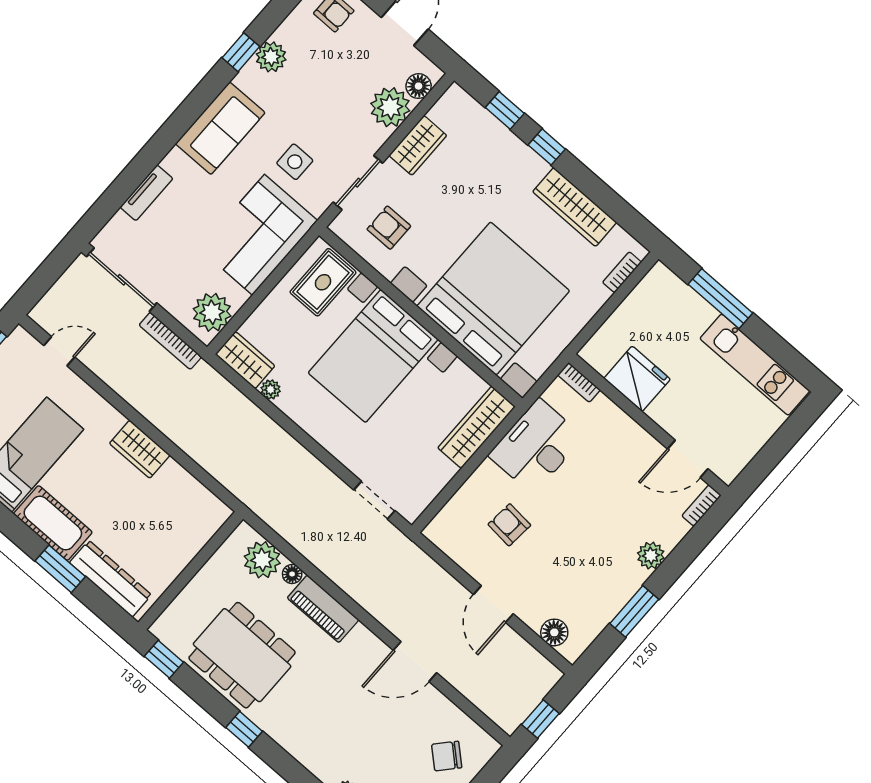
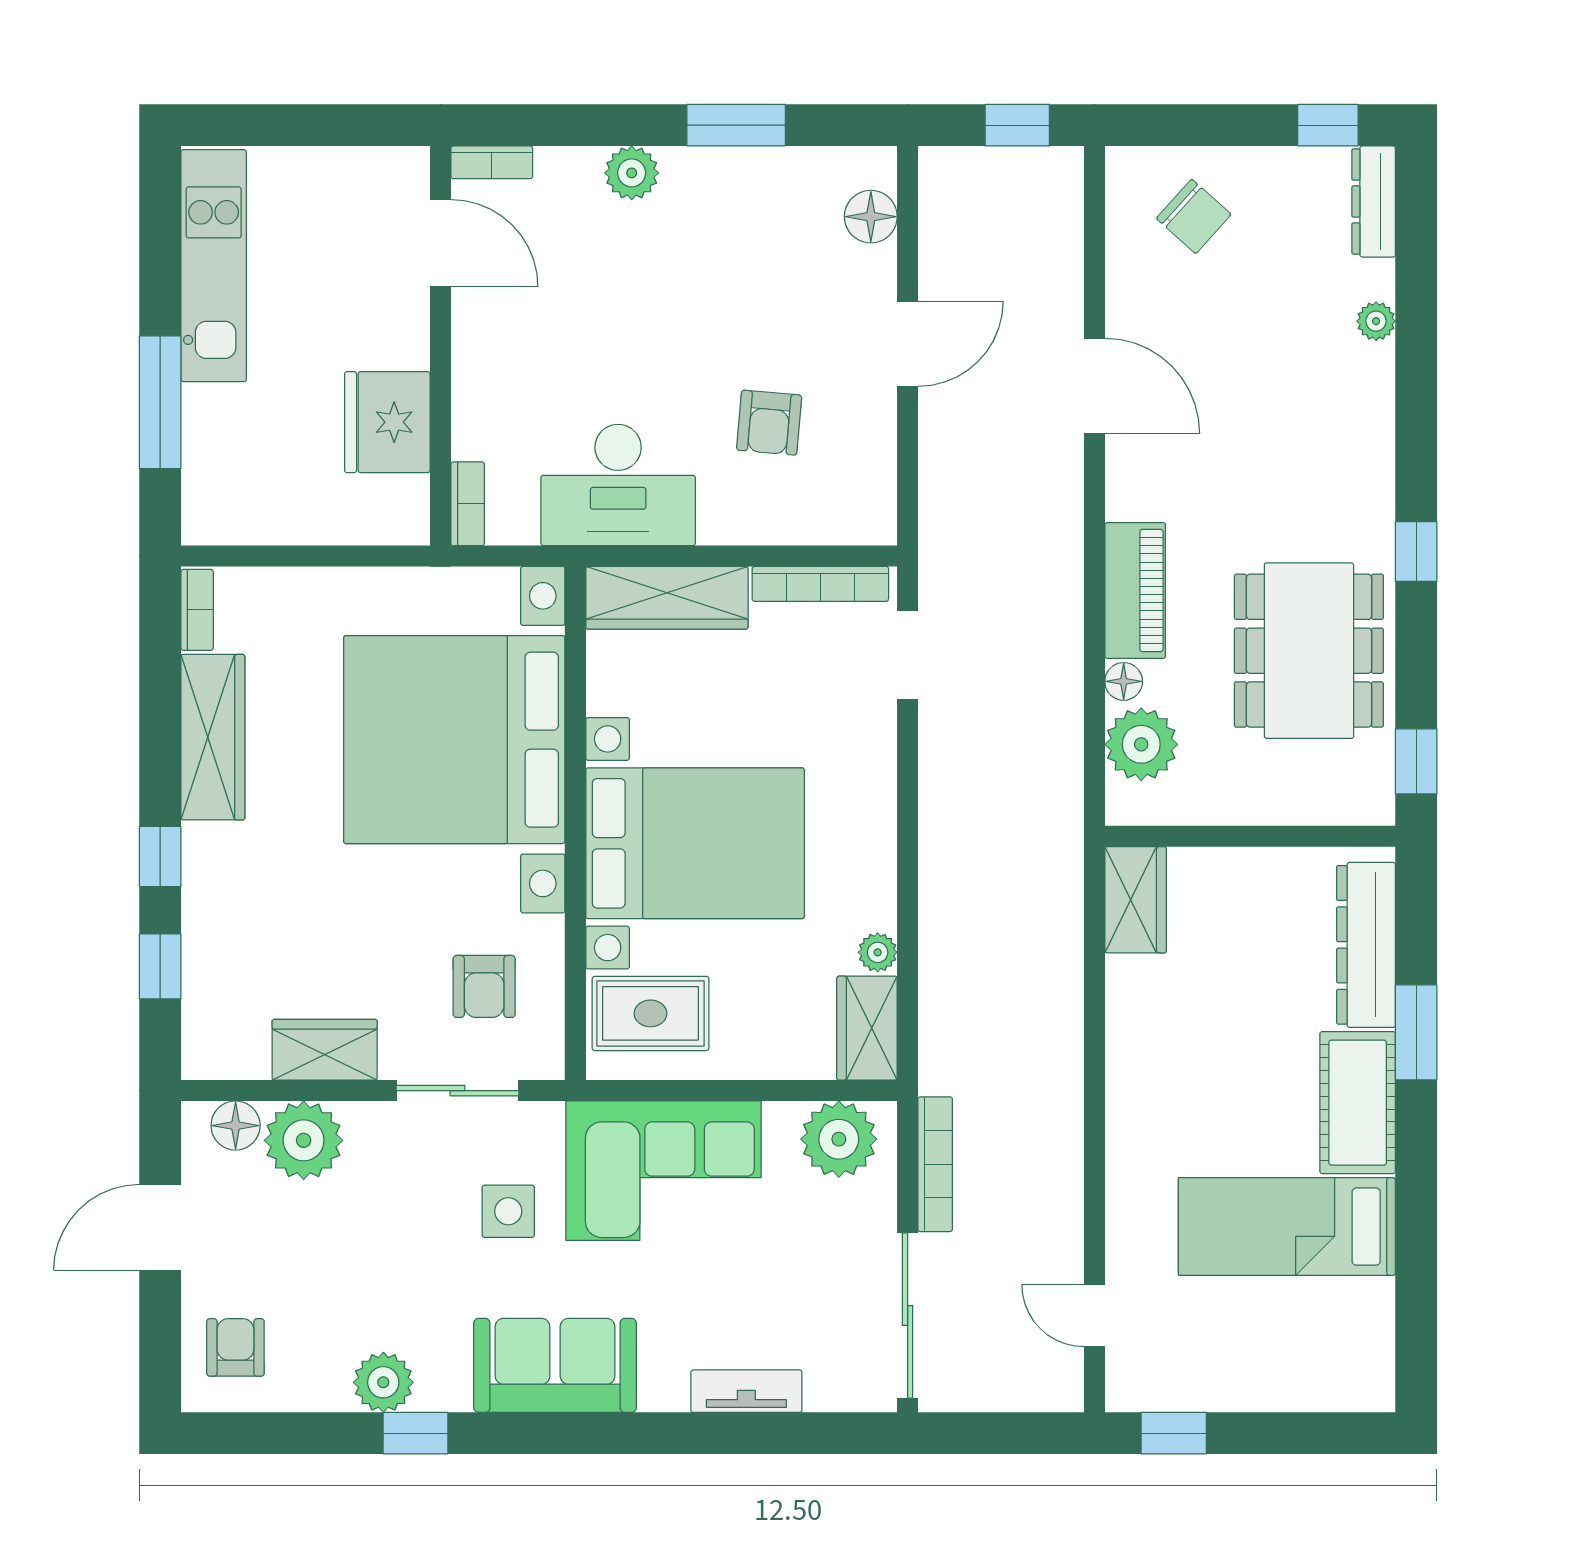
bookcase: (622, 272) -> (197, 610), moved, turned -90
wardrobe: (140, 449) -> (1136, 900), moved
bookcase: (431, 491) -> (820, 584), added

